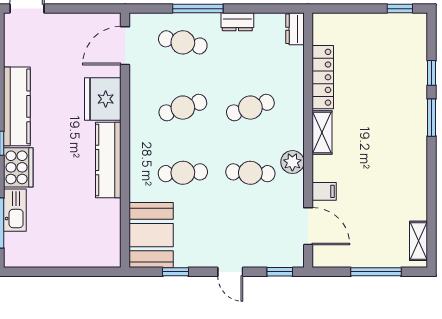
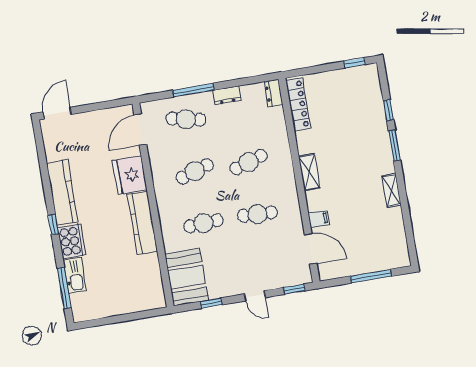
locker: (323, 77) -> (298, 104), moved
plant: (292, 162) -> (290, 200), removed
shelving: (419, 241) -> (391, 190), moved

